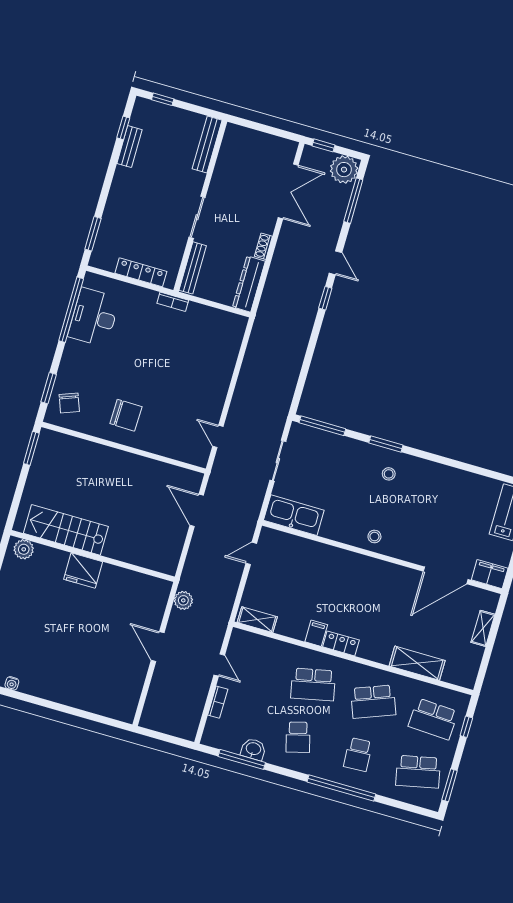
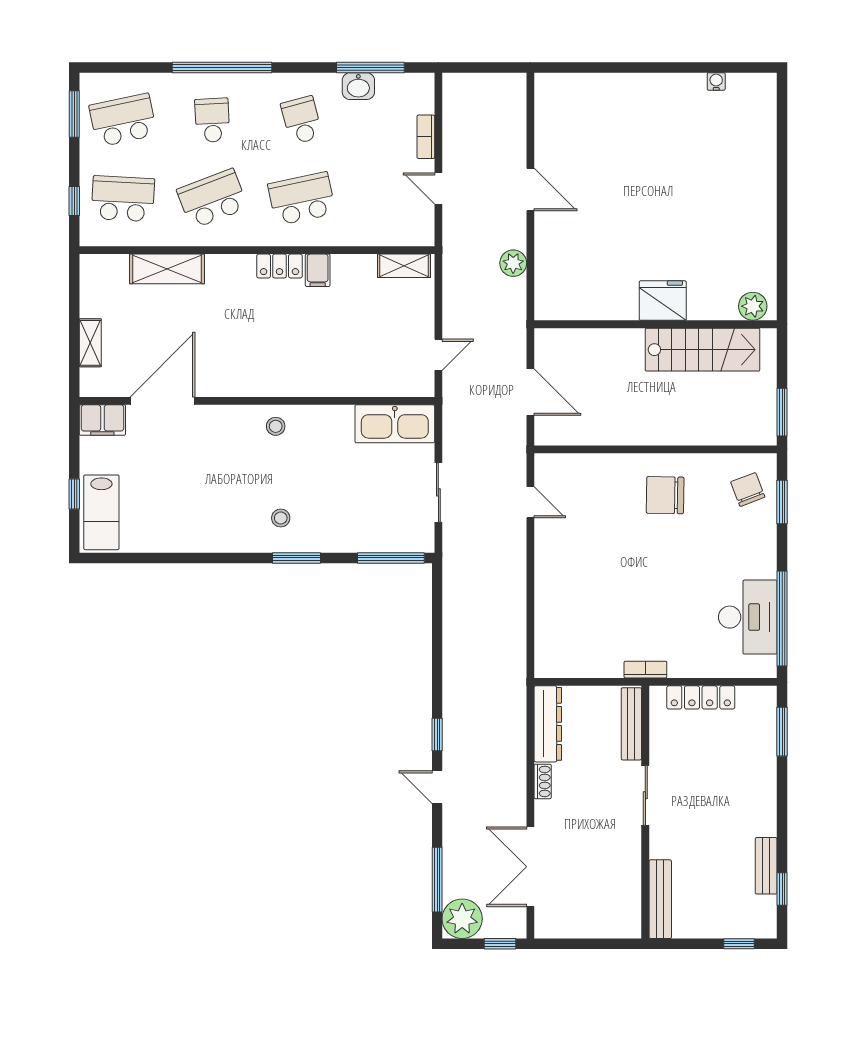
stairs: (66, 530) -> (702, 350), moved
plant: (24, 549) -> (753, 306), moved
wall: (93, 556) -> (656, 324), moved
fridge: (83, 570) -> (663, 301), moved

